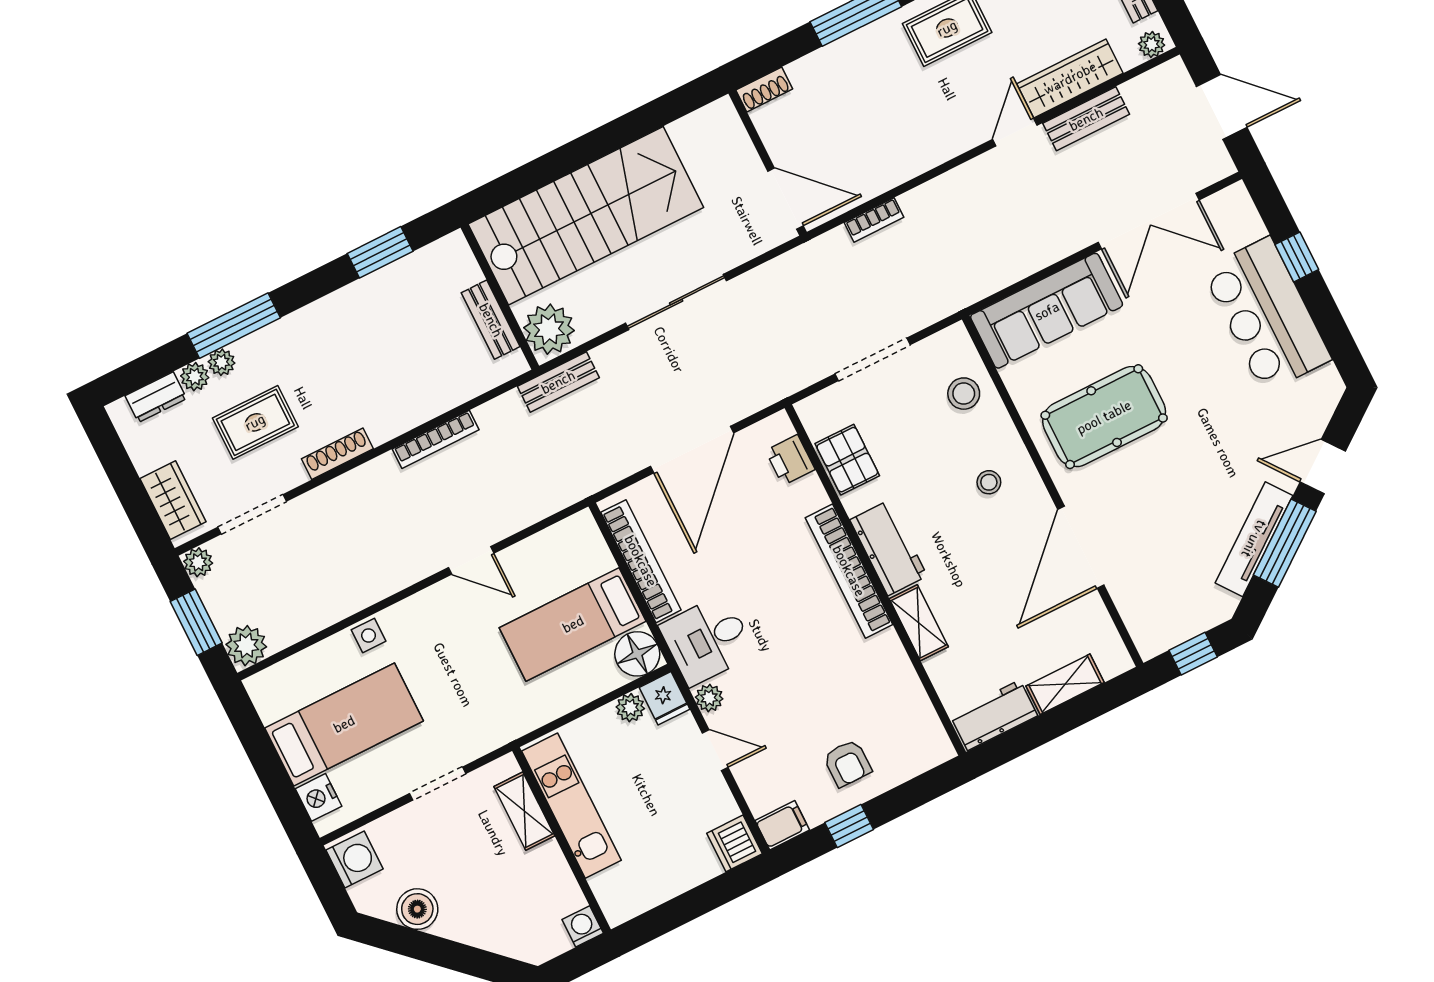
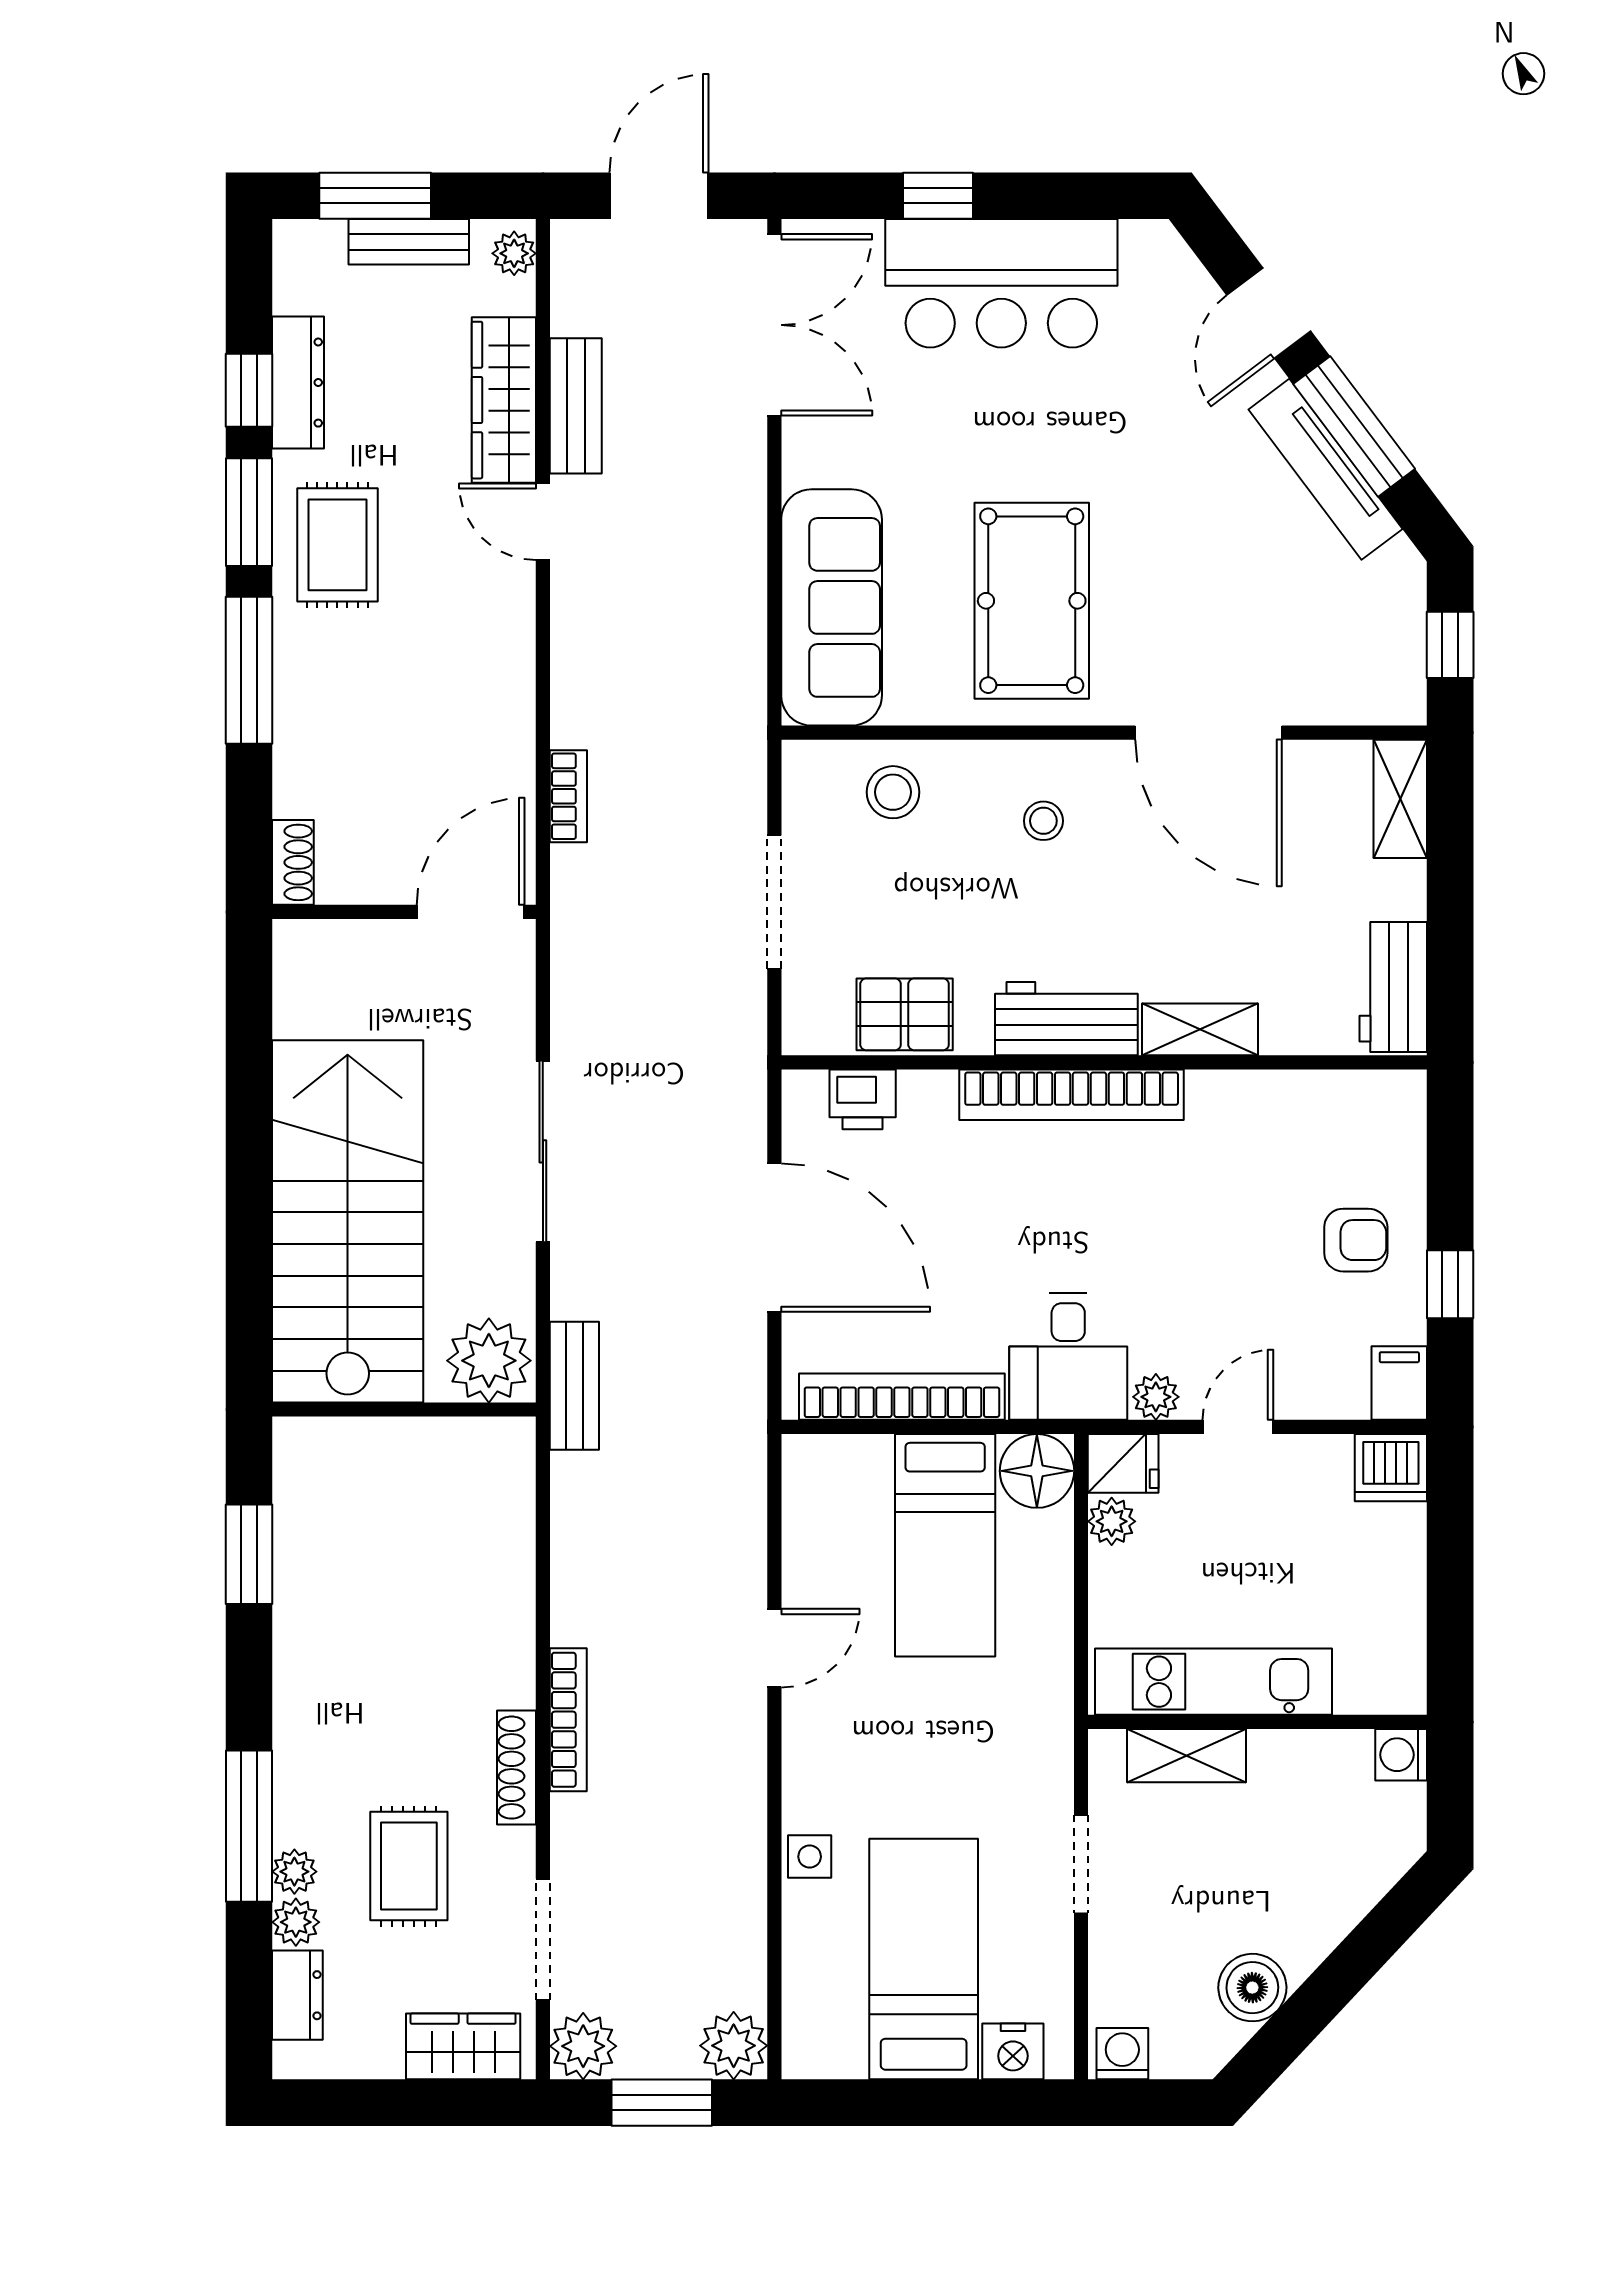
double door: (1149, 221) -> (774, 325), moved
bench: (491, 320) -> (431, 1440), removed
bookcase: (436, 439) -> (568, 1720), moved
plant: (198, 562) -> (583, 2046), width x1.38, depth x1.38
shelving: (1065, 684) -> (1400, 799), moved
washing machine: (355, 860) -> (1122, 2054), width x0.73, depth x0.73

